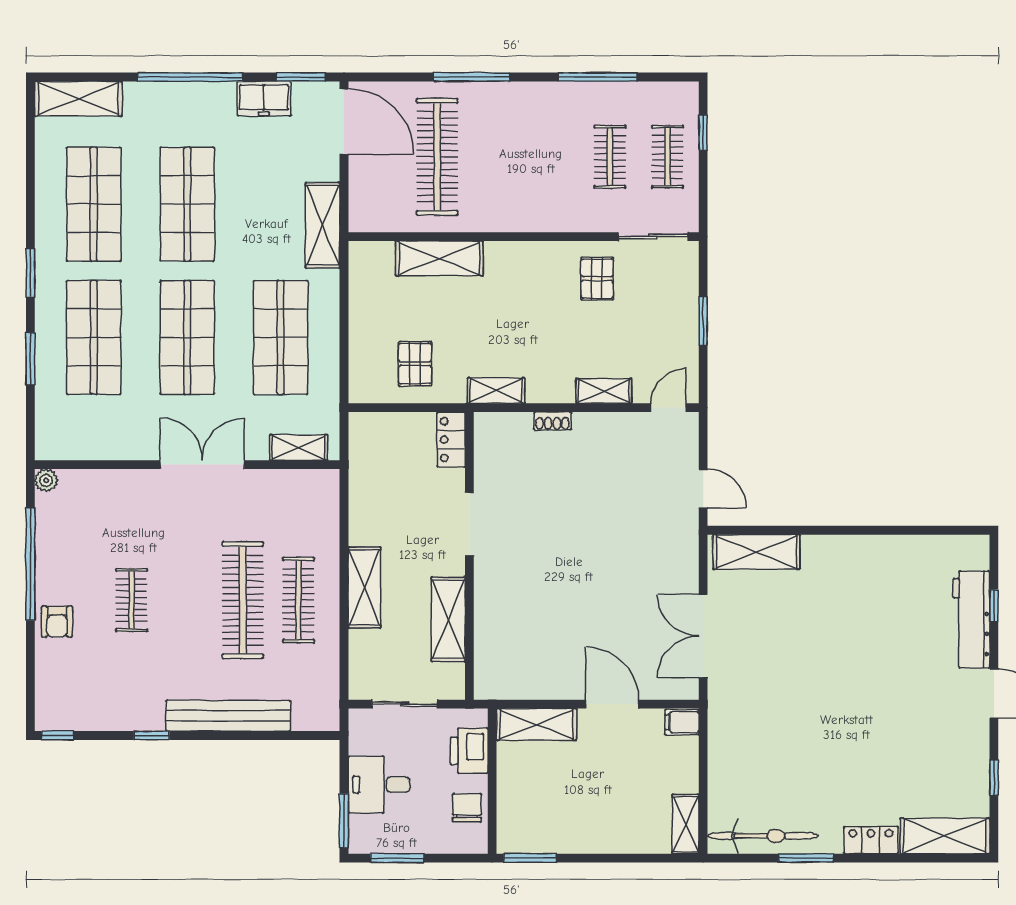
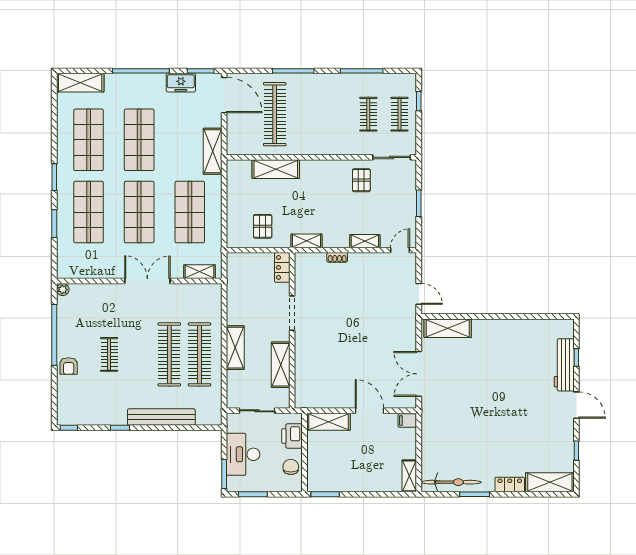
clothes rail: (298, 600) -> (199, 354), width x1.37, depth x1.31
desk: (379, 784) -> (243, 454), width x1.37

